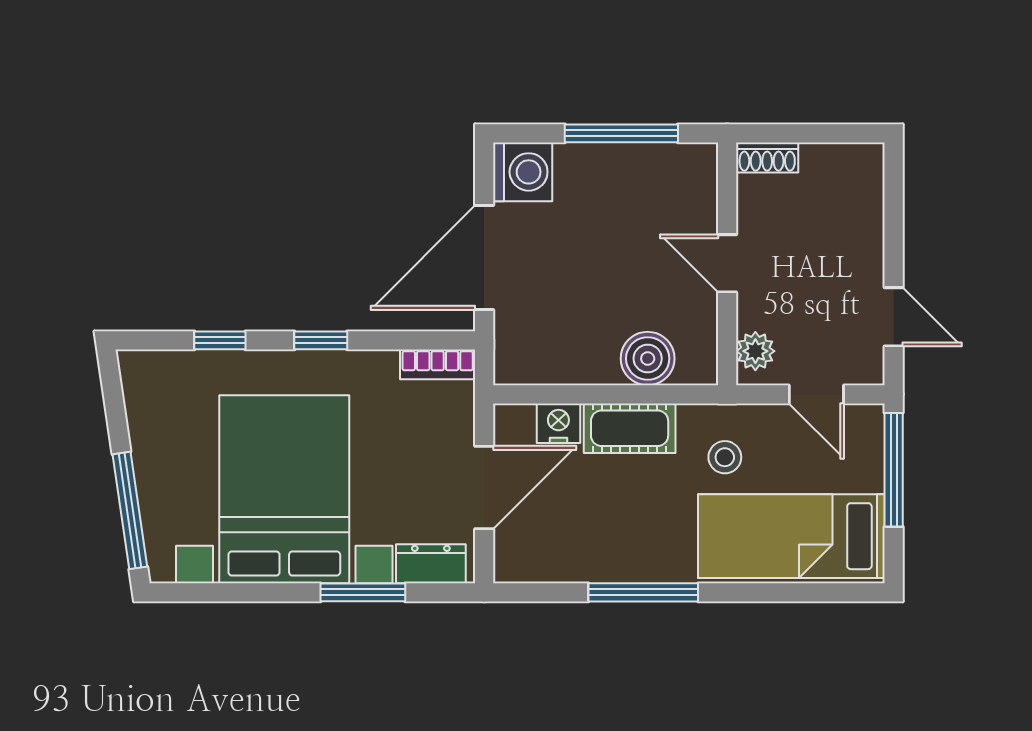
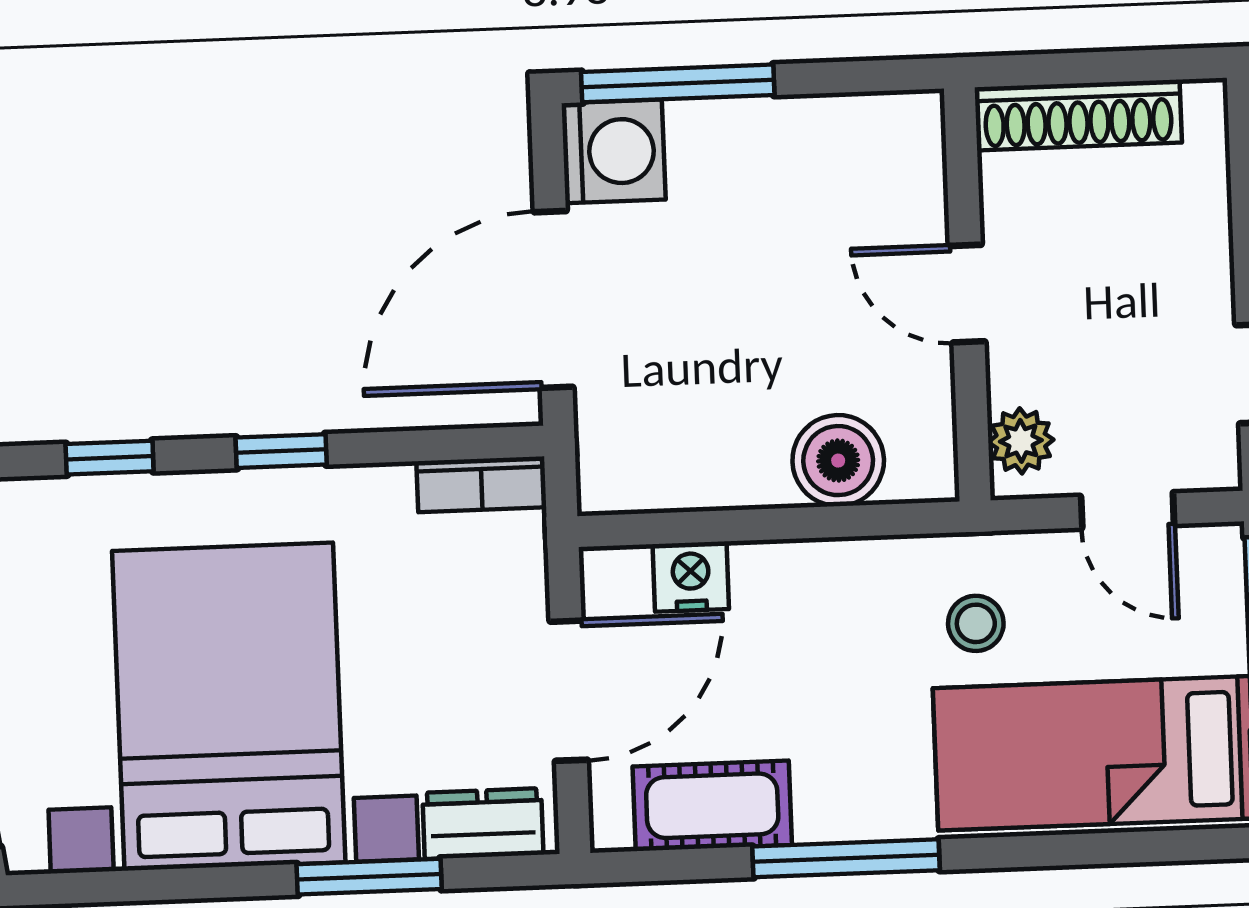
window: (621, 133) -> (678, 83), moved
shoe rack: (767, 158) -> (1078, 115), width x1.94, depth x1.24
cot: (630, 428) -> (712, 806), moved

